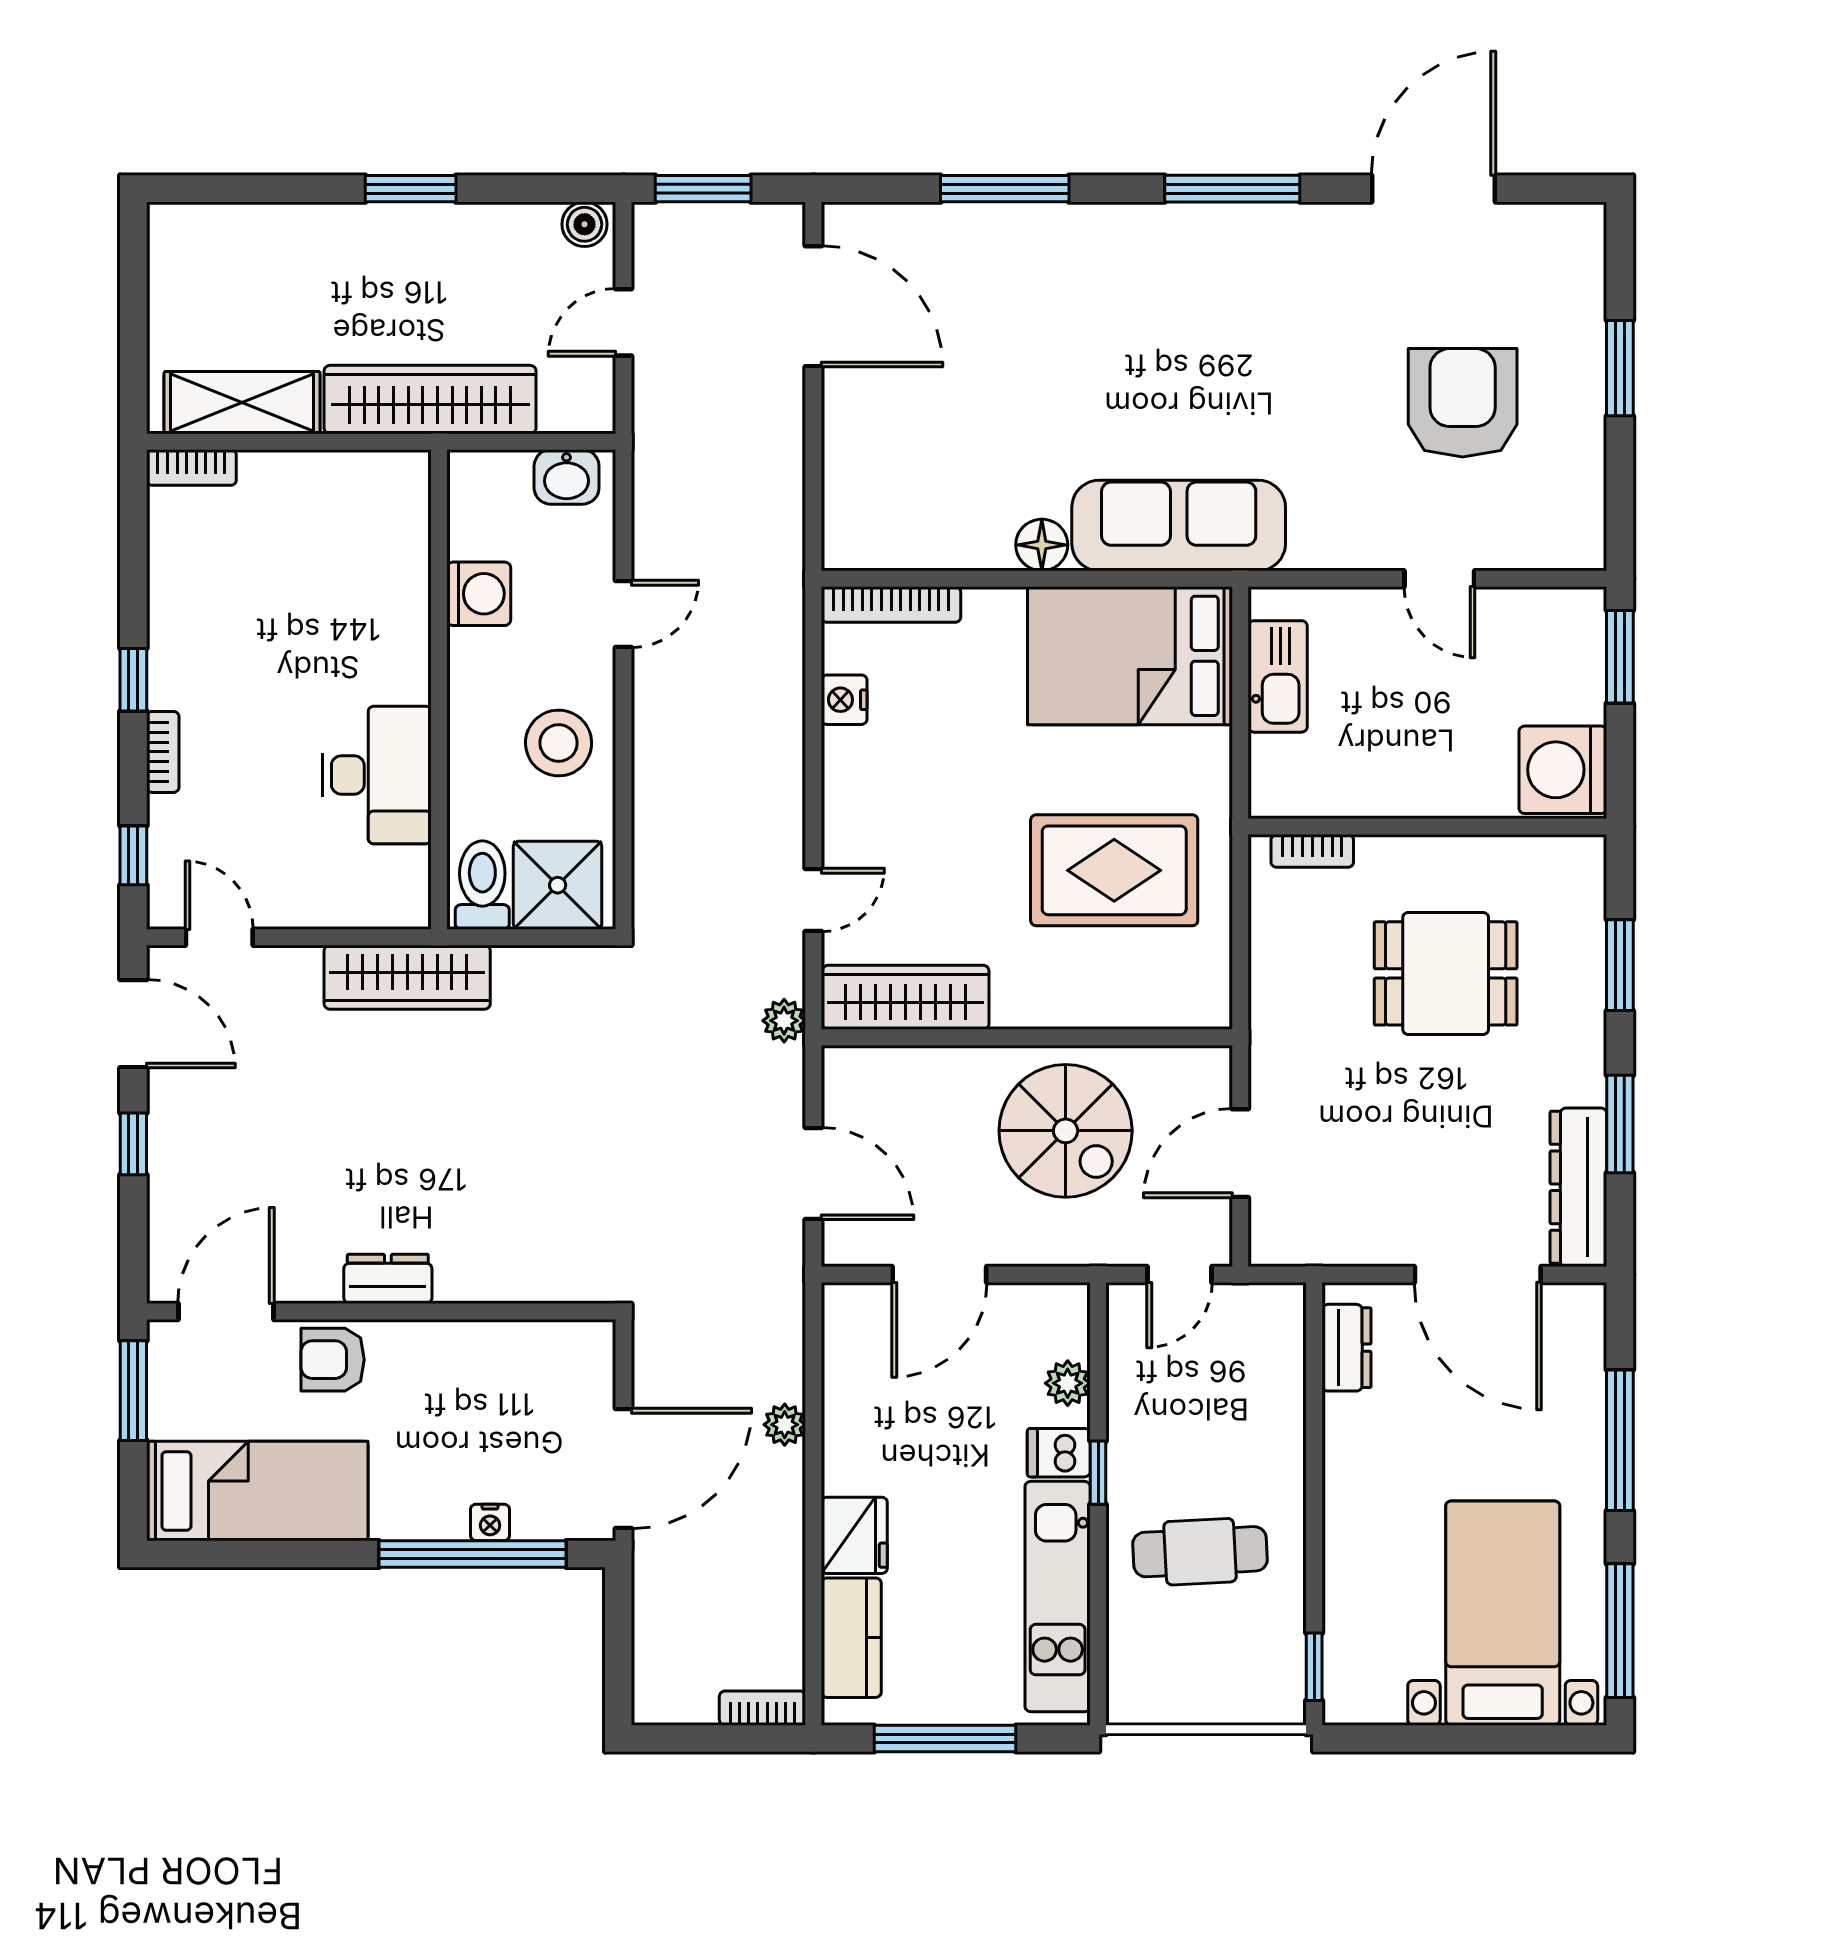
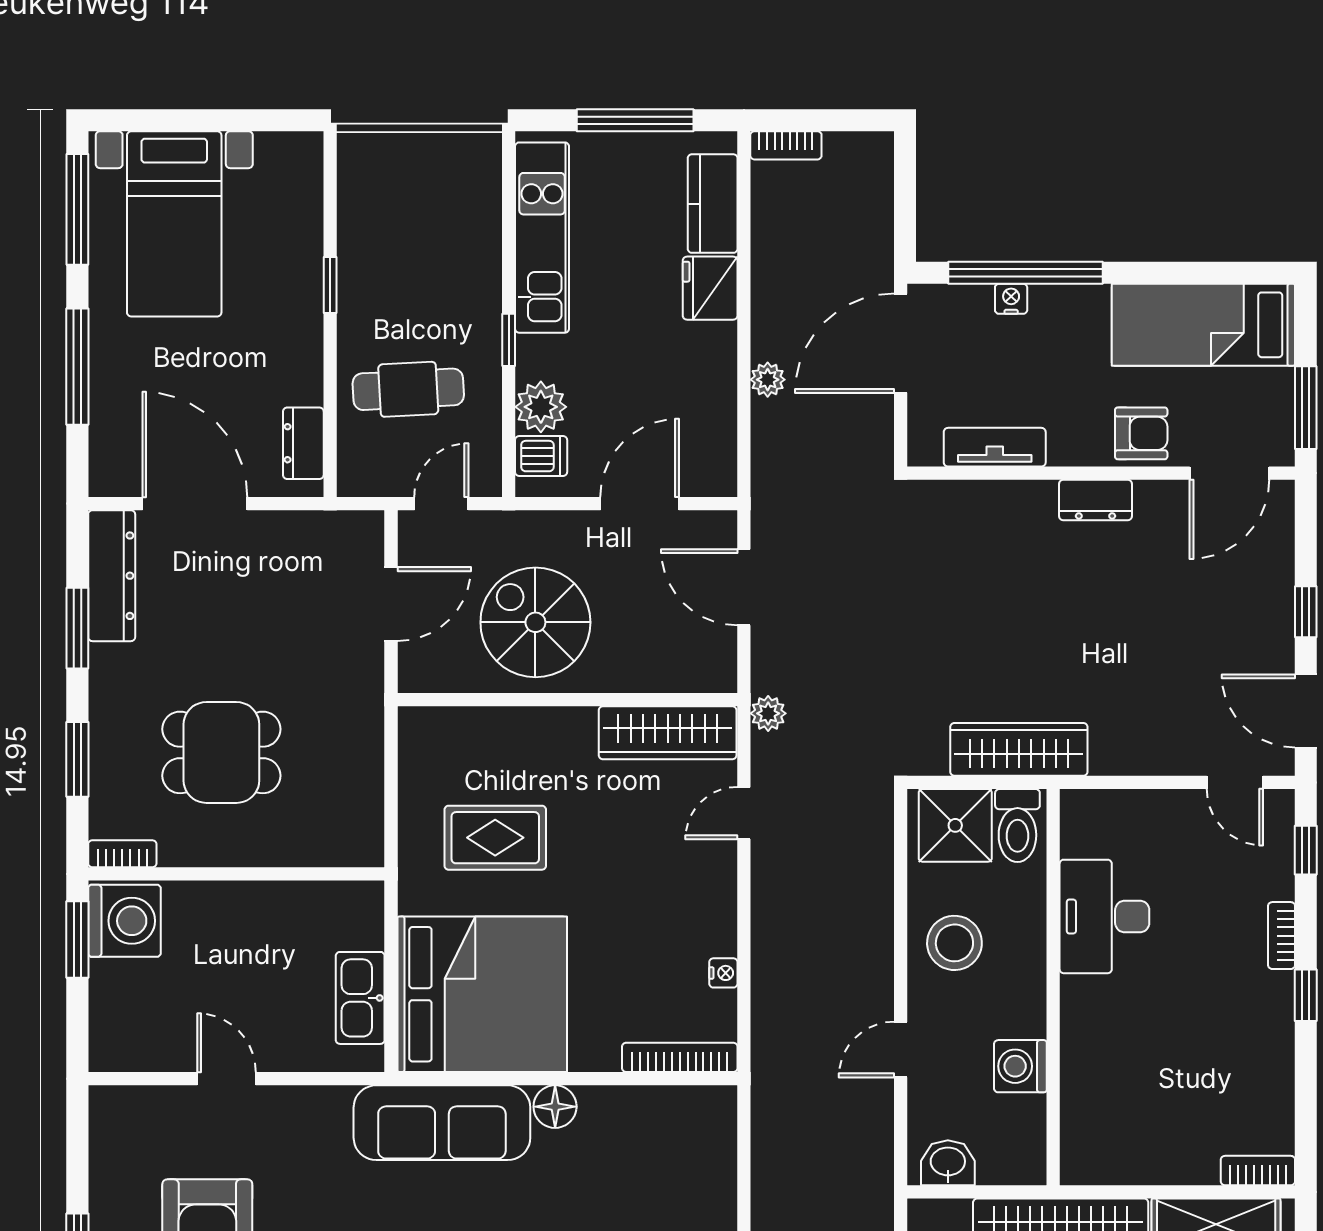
bed: (1130, 656) -> (482, 994), width x1.36
window: (1620, 657) -> (77, 940), moved
nightstand: (844, 700) -> (723, 973), width x0.72, depth x0.74
bookcase: (1312, 851) -> (122, 854), moved
rug: (1114, 870) -> (495, 838), width x0.73, depth x0.70
wardrobe: (407, 977) -> (1019, 749), moved
tv unit: (510, 1343) -> (995, 447), added
plant: (1068, 1383) -> (541, 407), width x1.38, depth x1.38
dishwasher: (1059, 1453) -> (541, 456), moved
cafe table: (1200, 1552) -> (408, 389), moved
window: (1314, 1667) -> (330, 285), moved

